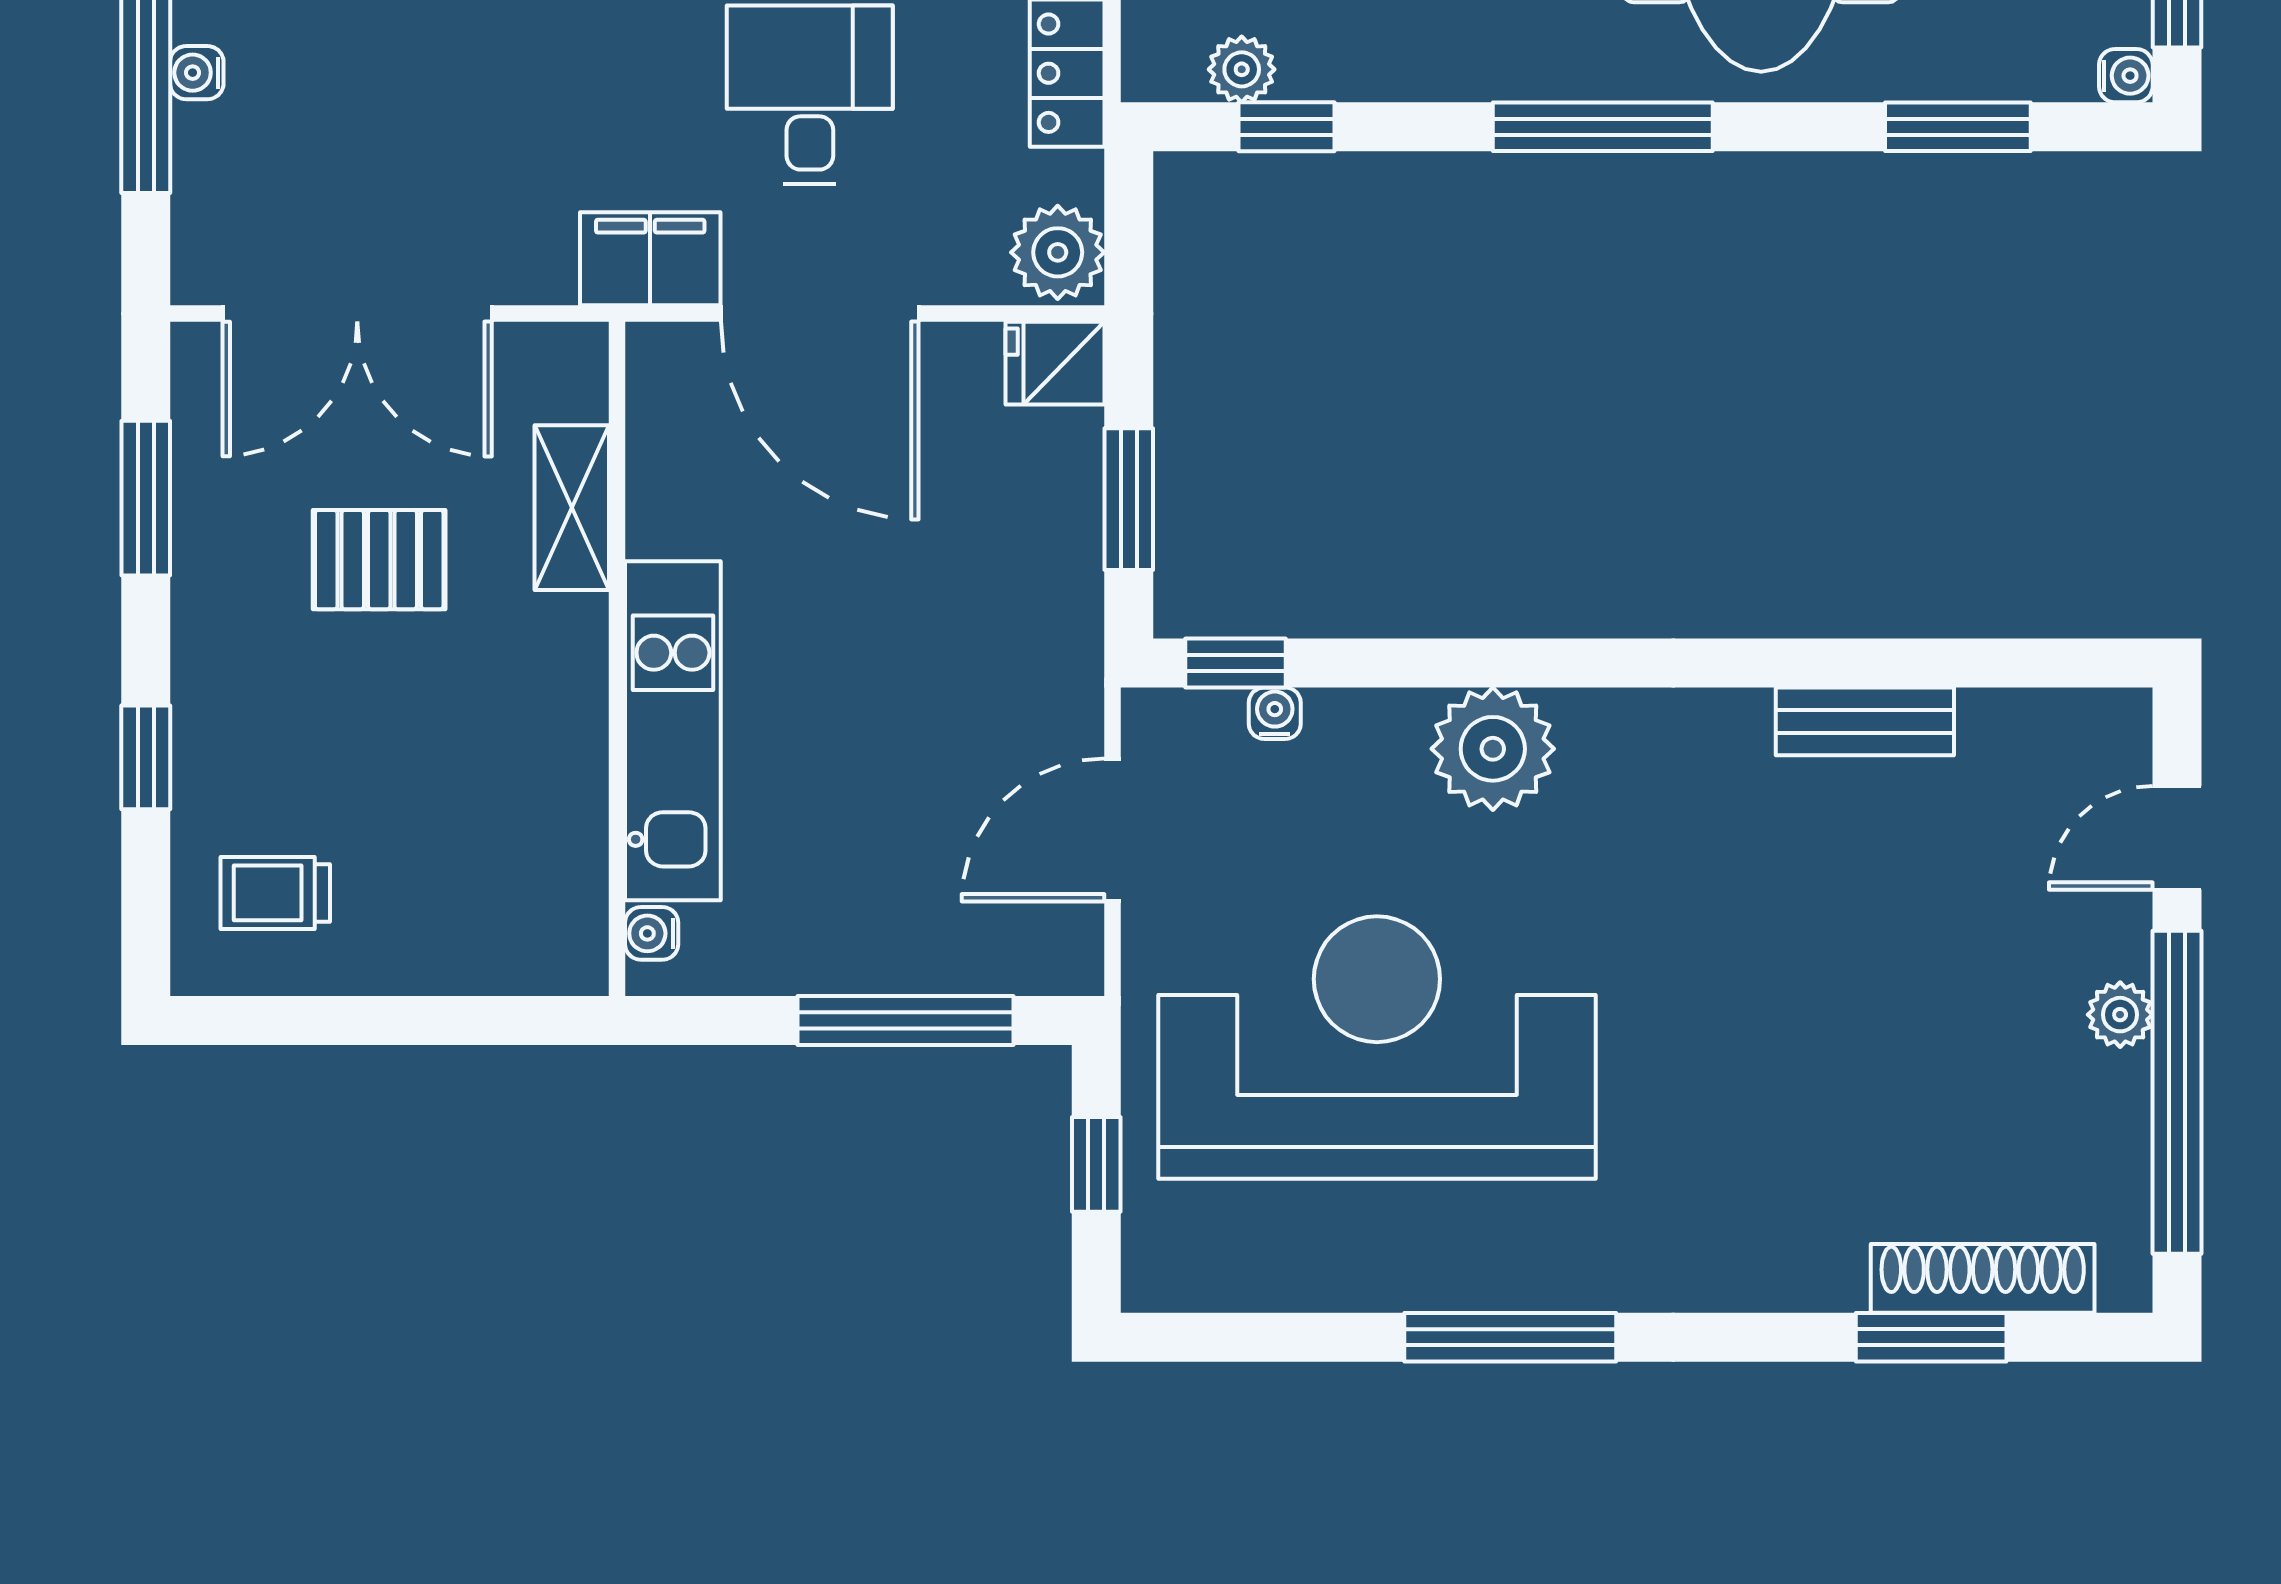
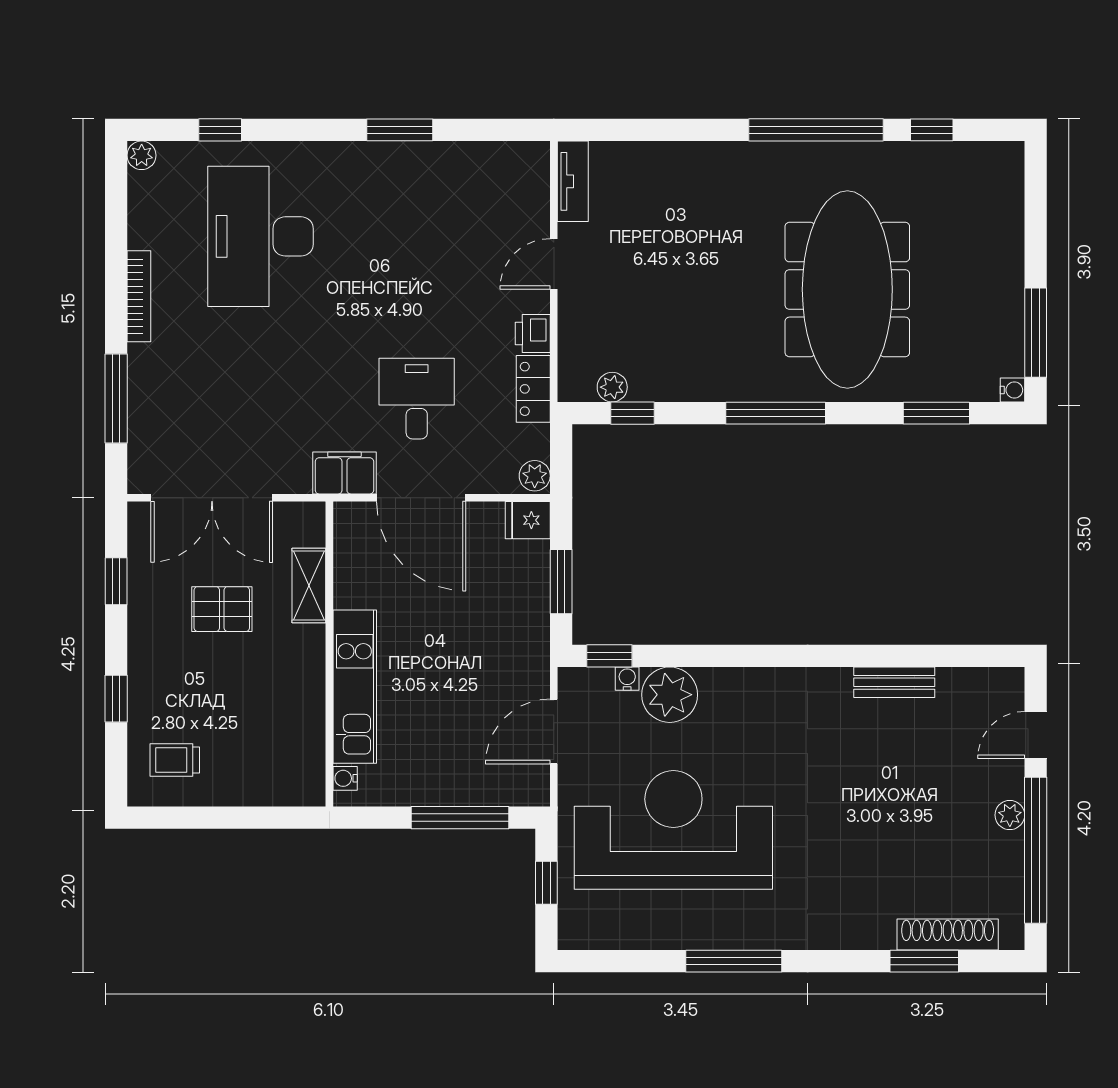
water cooler: (197, 73) -> (139, 389), removed
plant: (1058, 252) -> (535, 476), width x0.73, depth x0.73
window: (146, 498) -> (116, 581), width x0.67
plant: (1493, 749) -> (670, 695), moved

